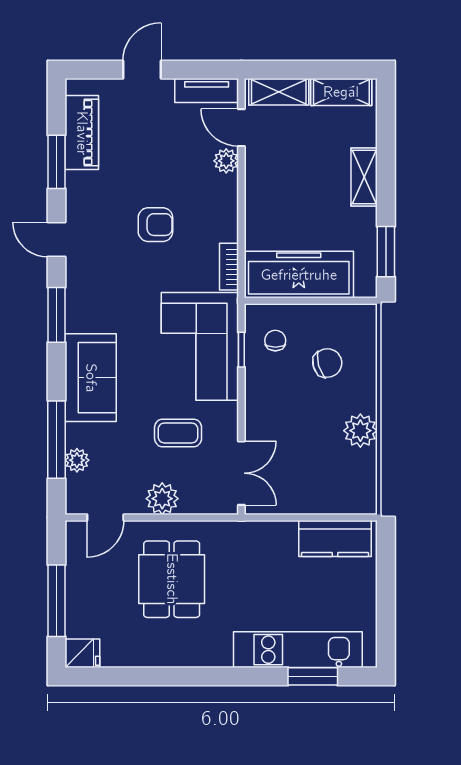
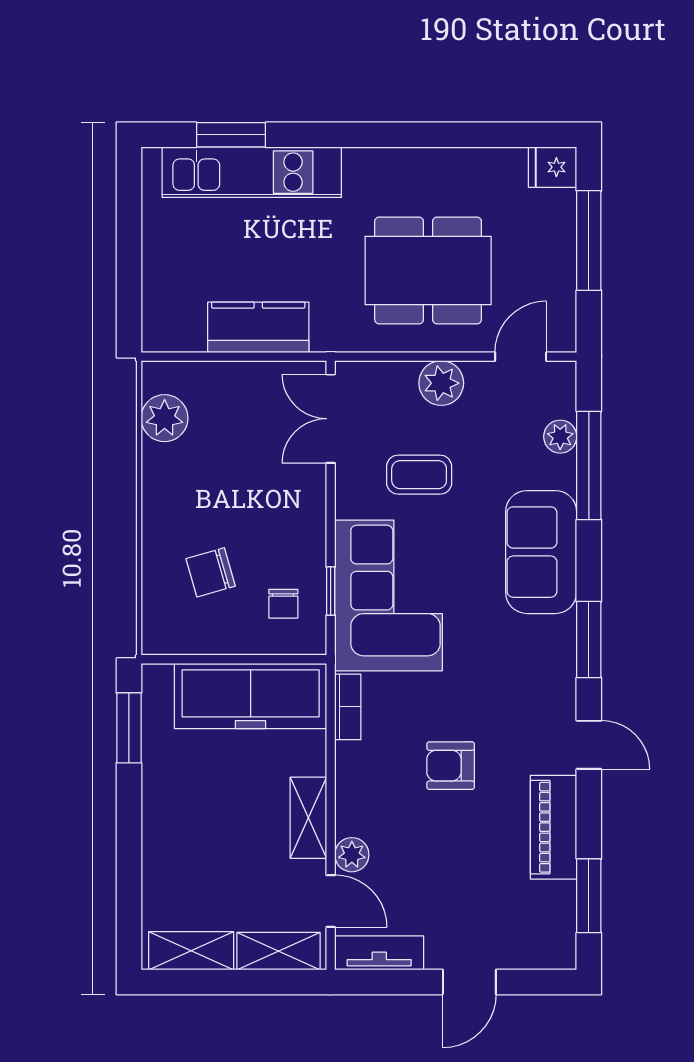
piano: (82, 133) -> (554, 827), moved
window: (56, 162) -> (589, 896), moved
shelving: (364, 177) -> (308, 818), moved
plant: (360, 431) -> (165, 418), moved
kitchen counter: (335, 538) -> (258, 327), moved
dining table: (172, 579) -> (428, 270), width x1.38

